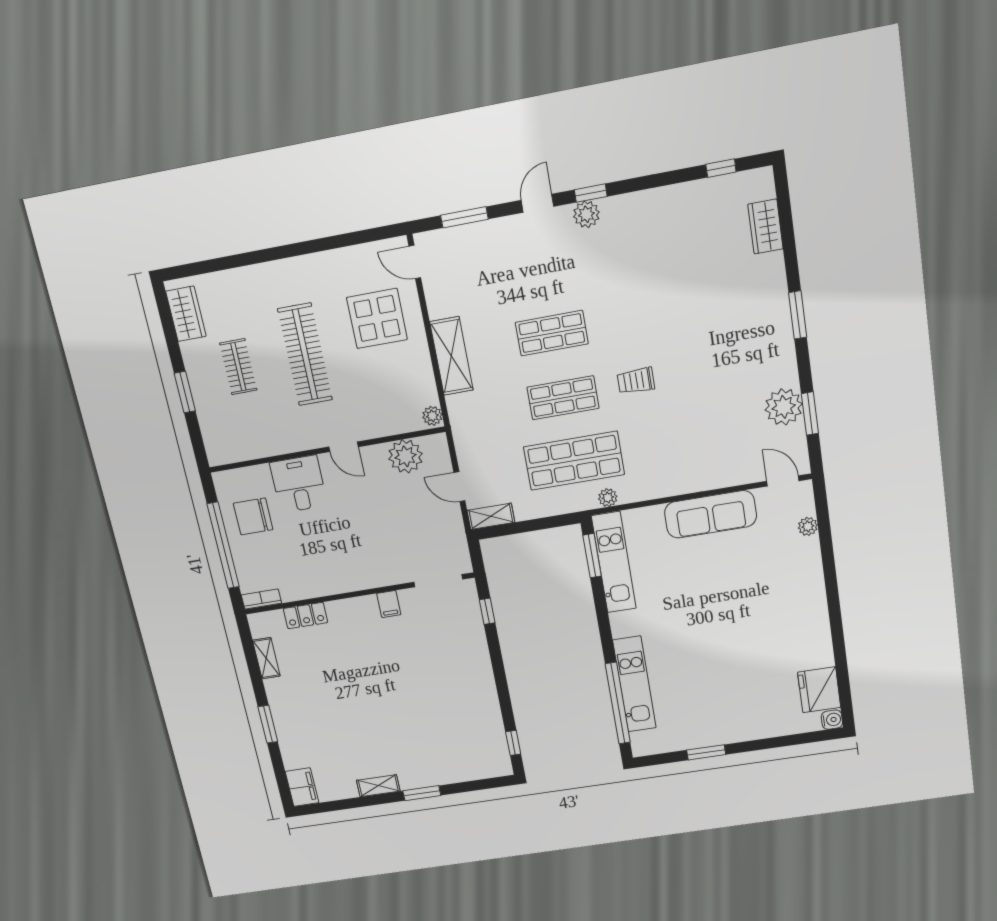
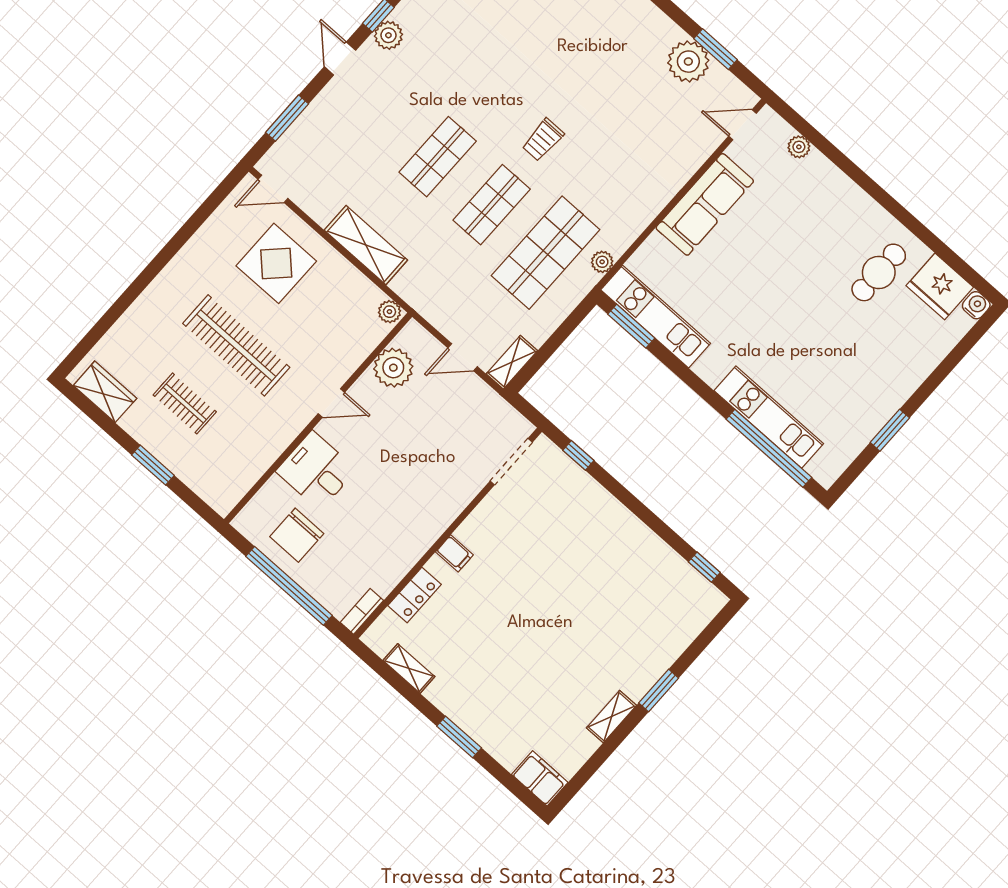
filing cabinet: (389, 604) -> (454, 553), moved
cafe table: (787, 650) -> (879, 272), added

